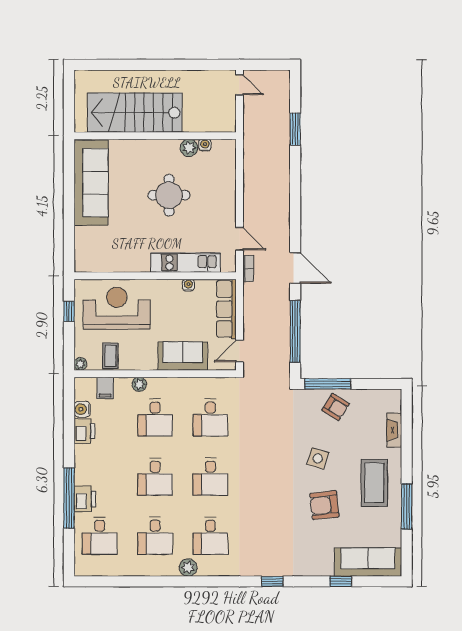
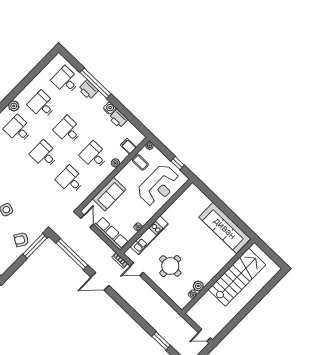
round table: (169, 195) -> (170, 266), moved
water cooler: (82, 409) -> (110, 108), moved

